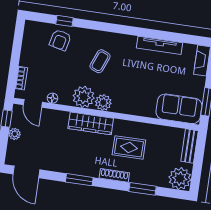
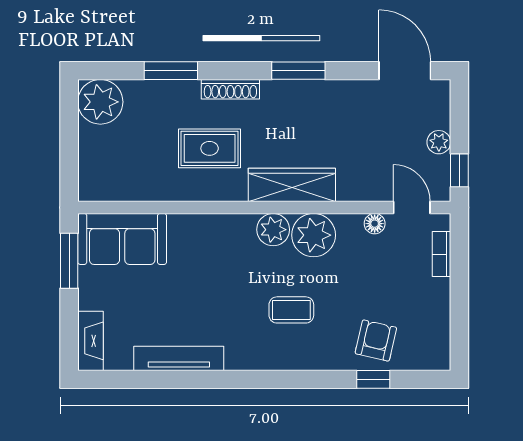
coffee table: (100, 61) -> (291, 310), turned 68
bench: (190, 146) -> (90, 169), removed

